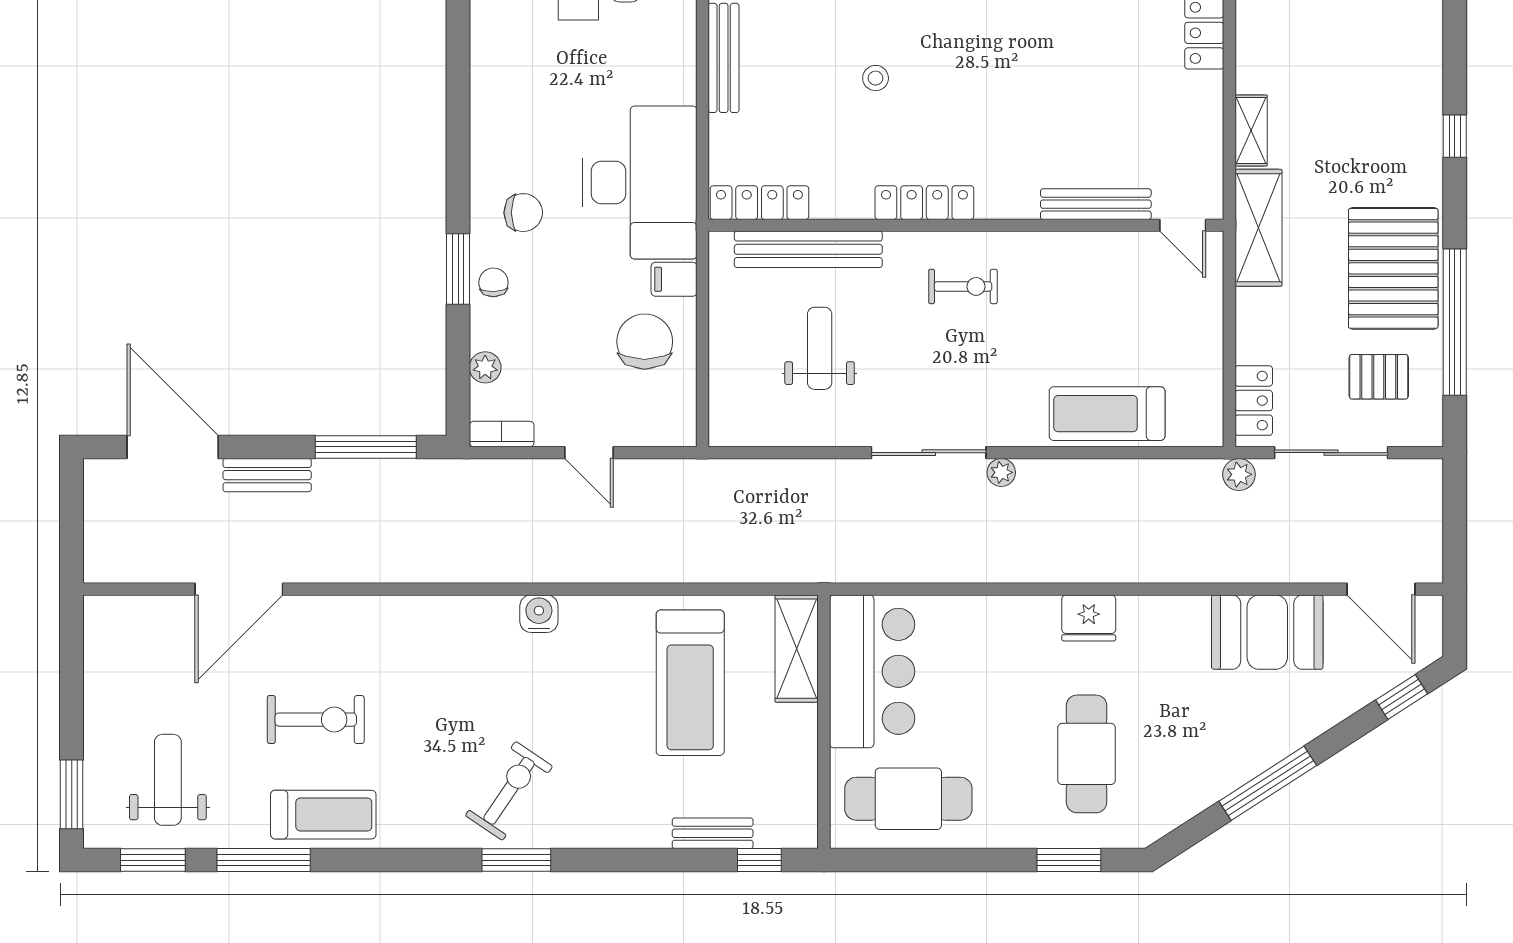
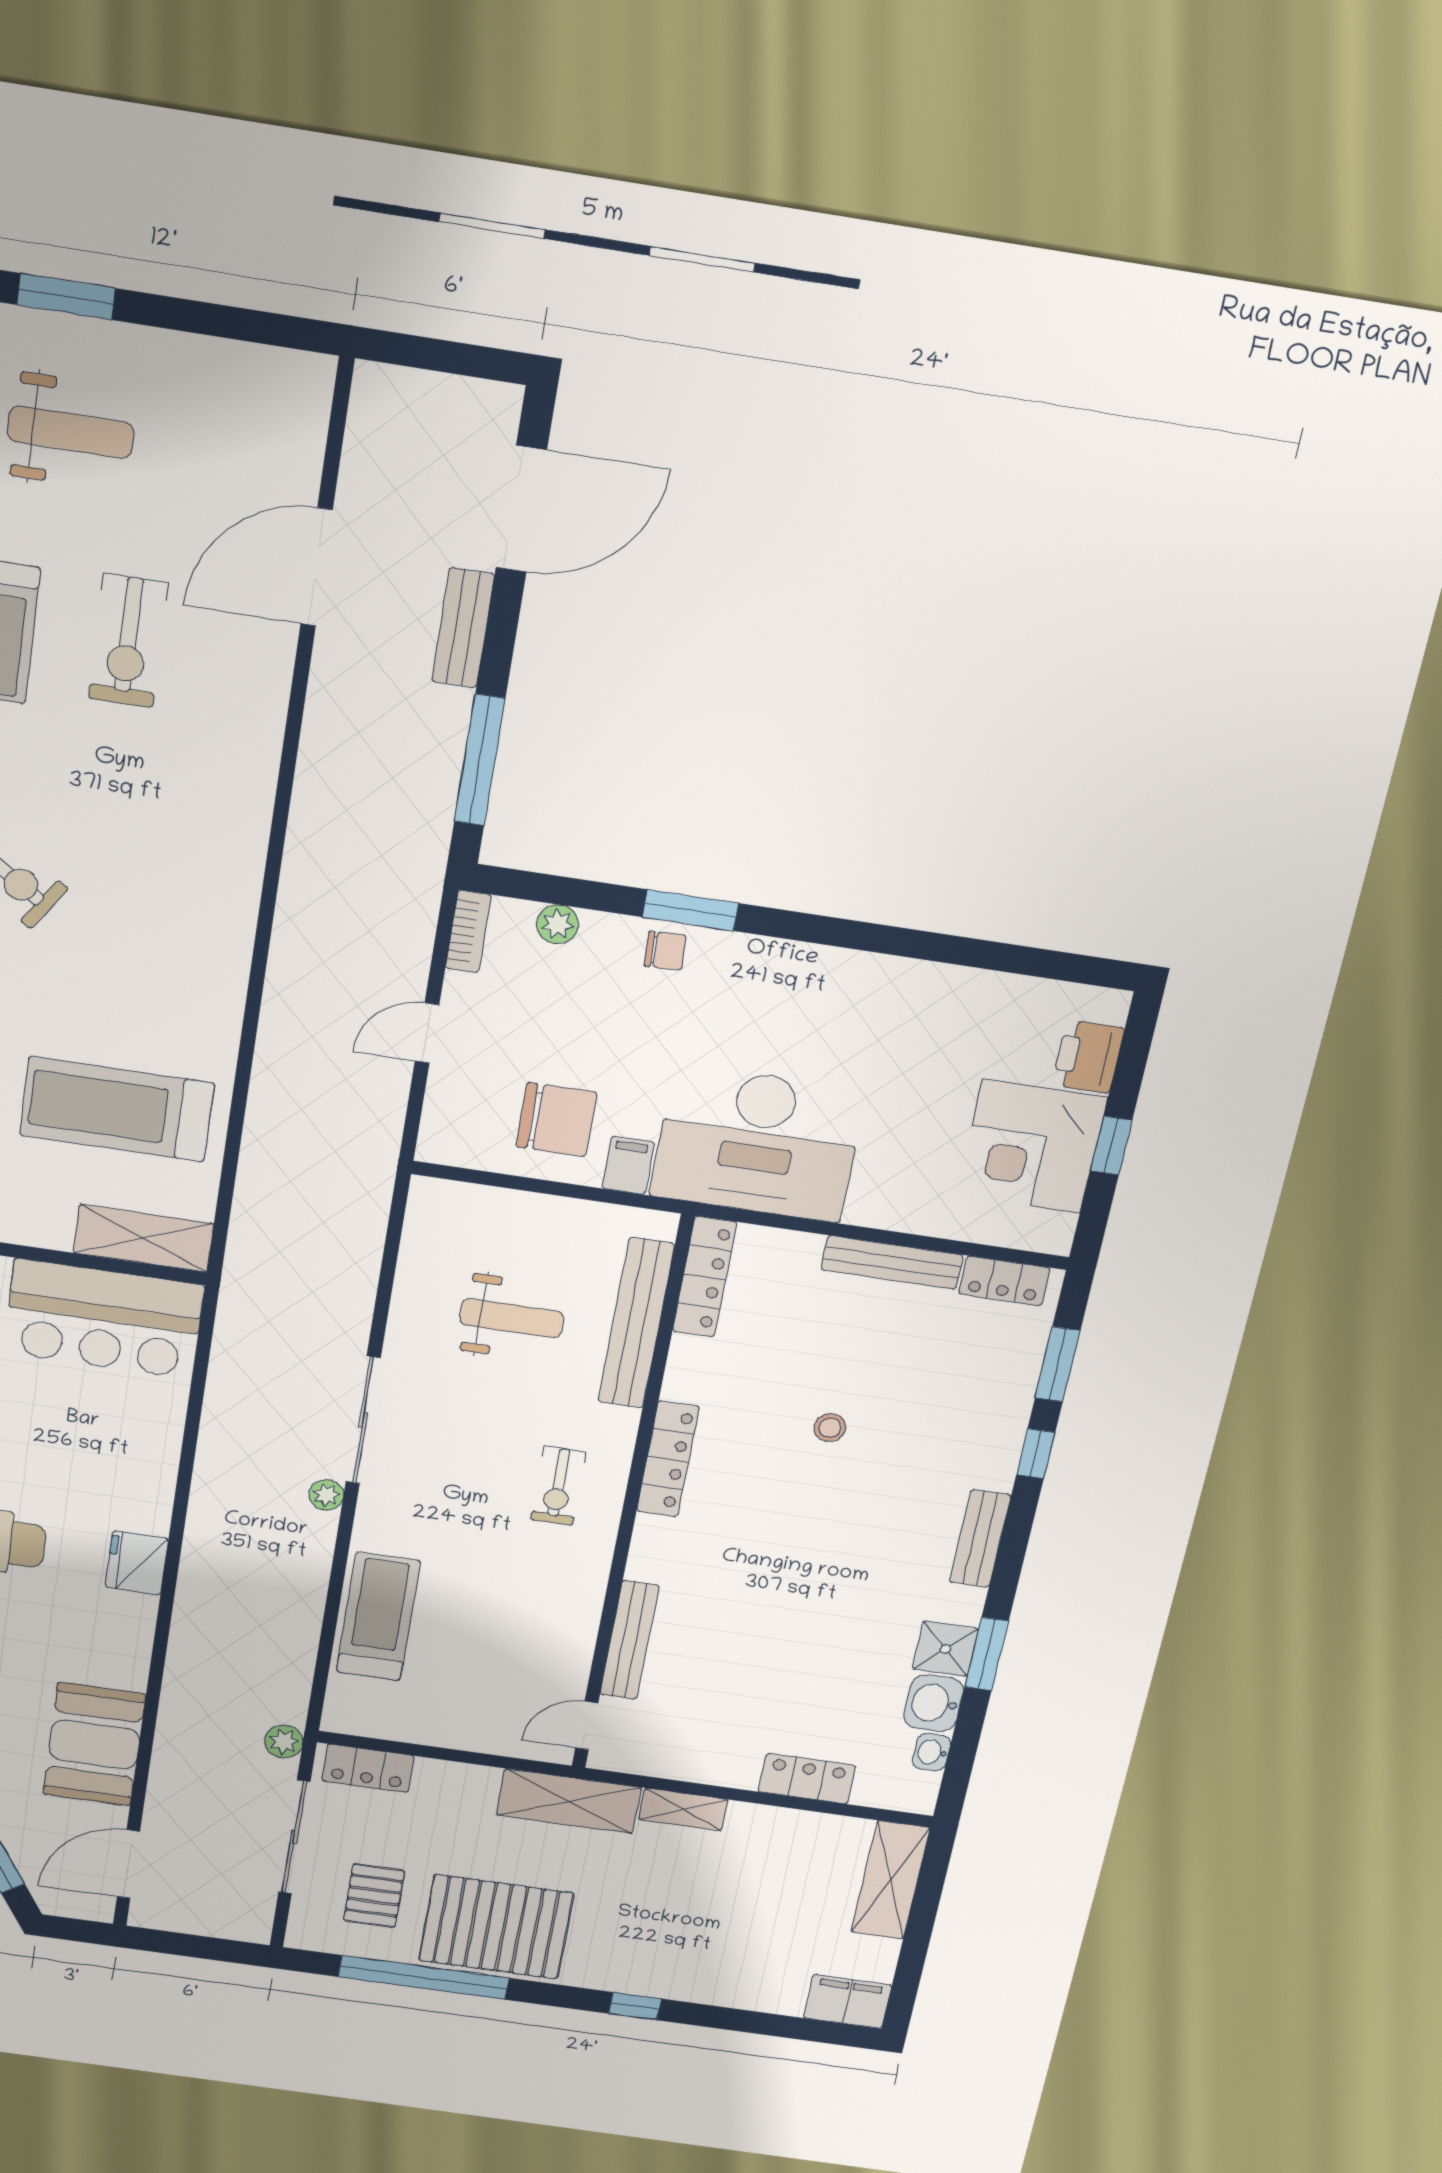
chair: (523, 213) -> (747, 1000), removed
door: (239, 589) -> (316, 567), hinge flipped
water cooler: (539, 614) -> (230, 942), removed

